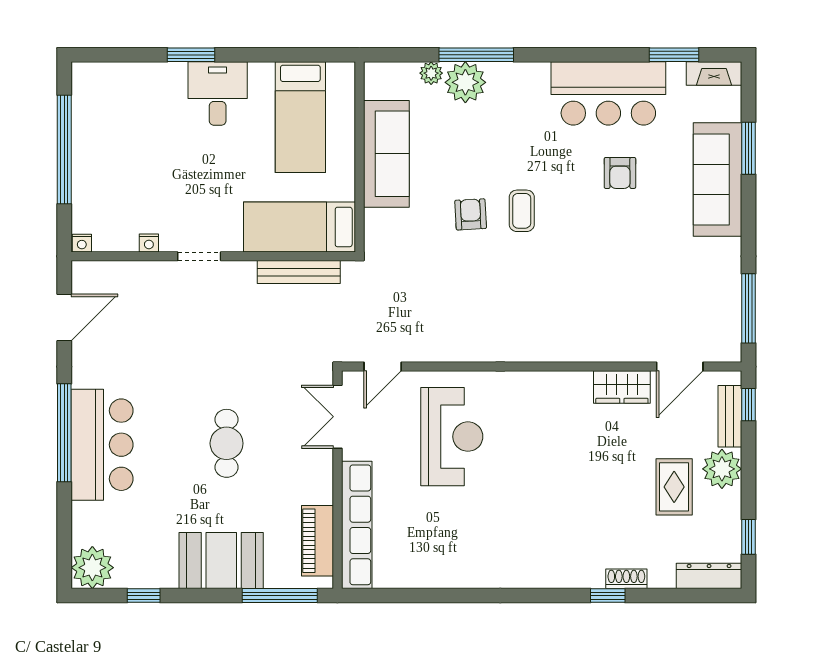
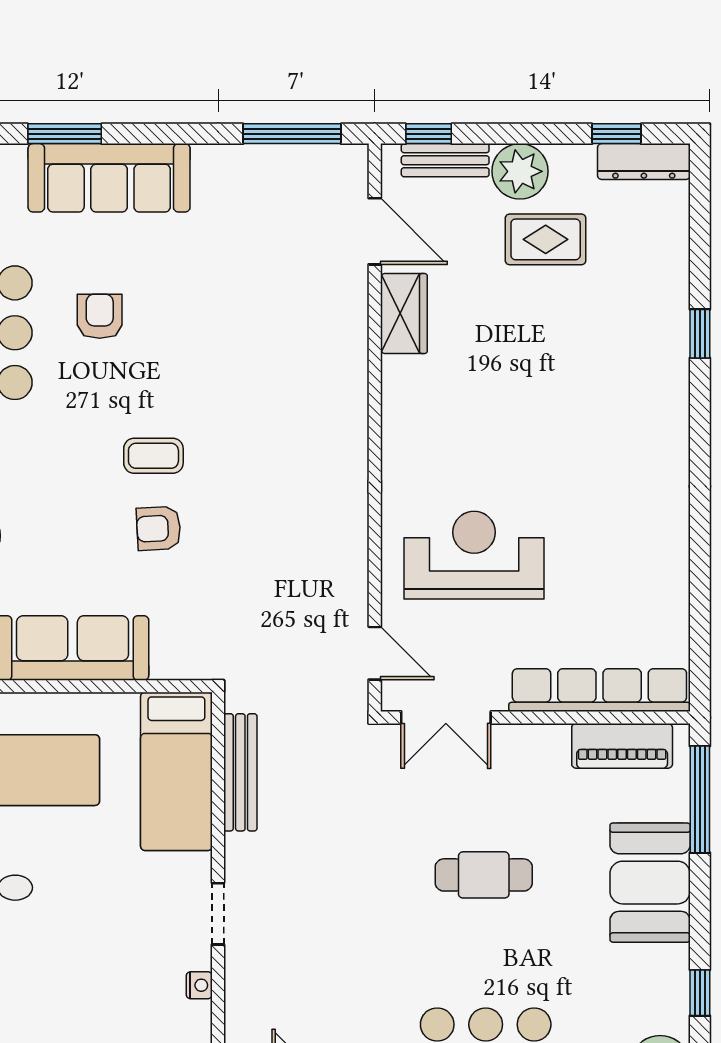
armchair: (620, 173) -> (100, 316), turned -90
dresser: (709, 576) -> (644, 162), moved, turned -90
shoe rack: (626, 579) -> (676, 307), removed

